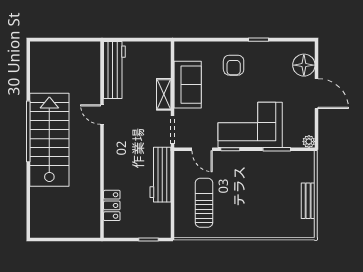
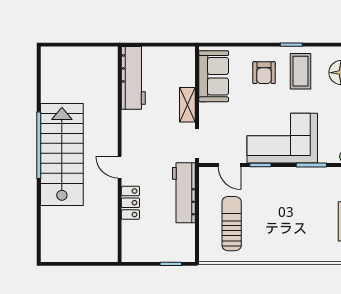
coffee table: (267, 64) -> (300, 71), added
sofa: (188, 85) -> (214, 76), moved
door: (102, 114) -> (120, 167), moved
locker: (112, 205) -> (130, 203), moved

